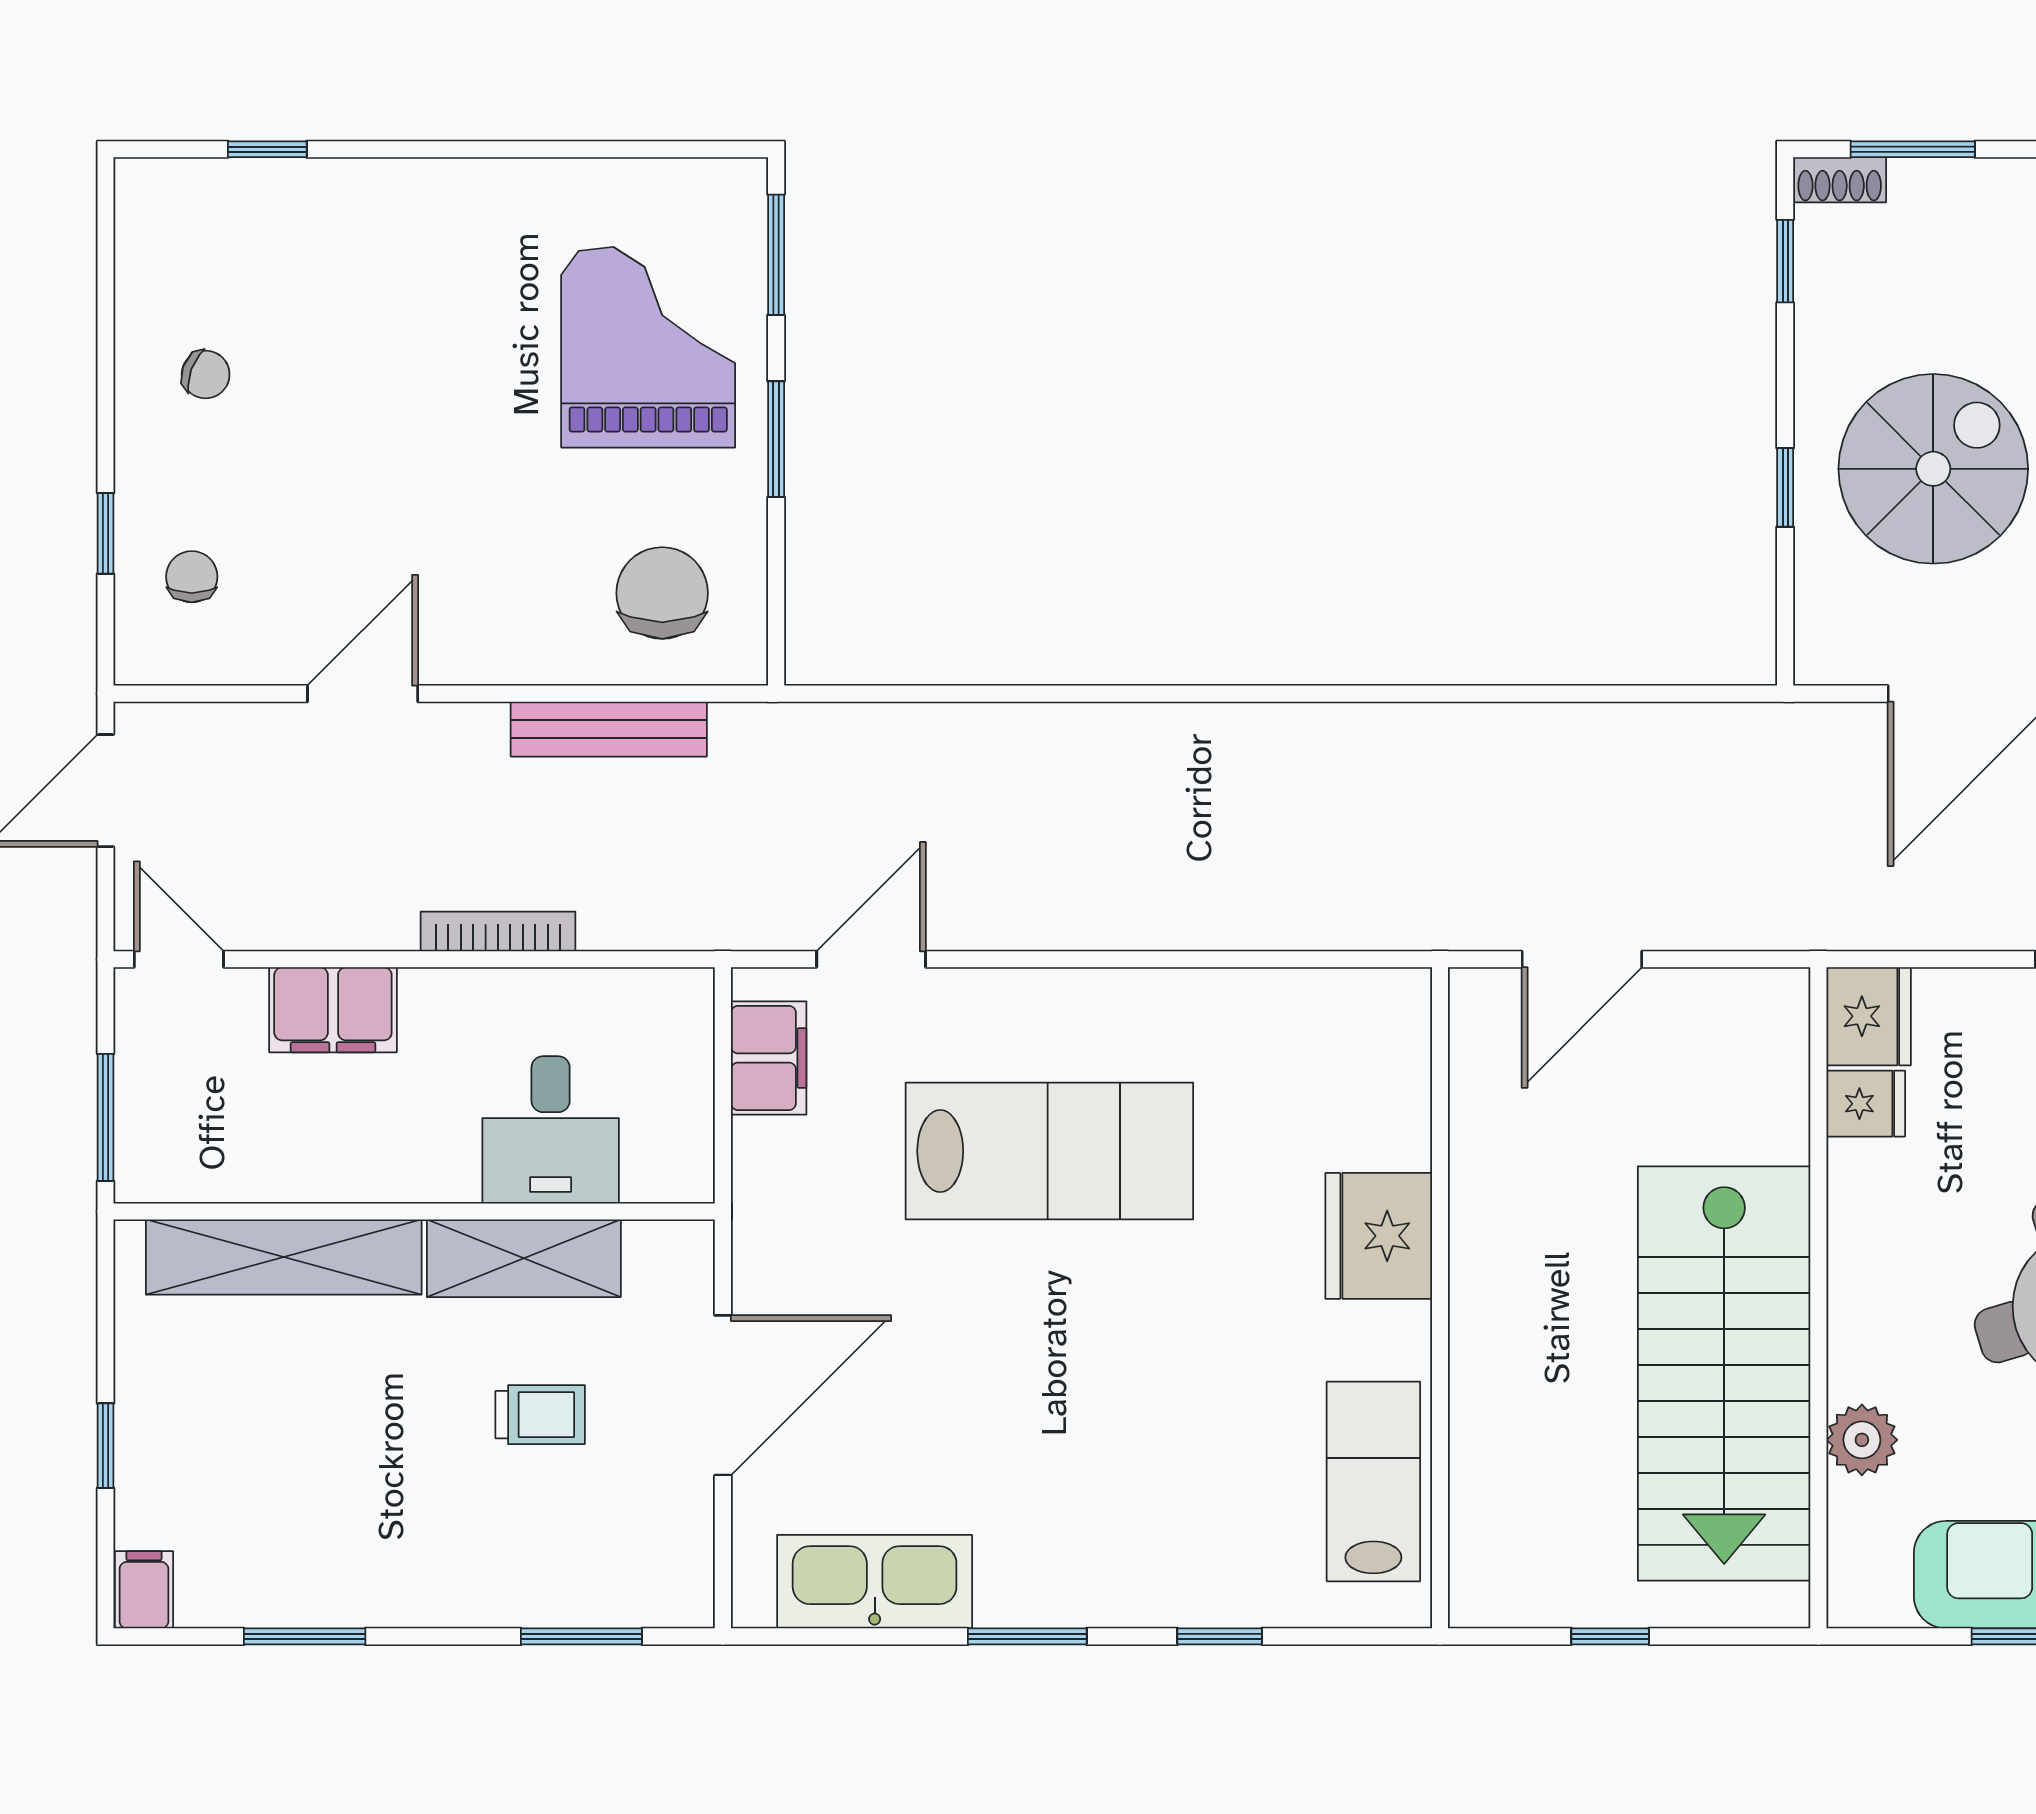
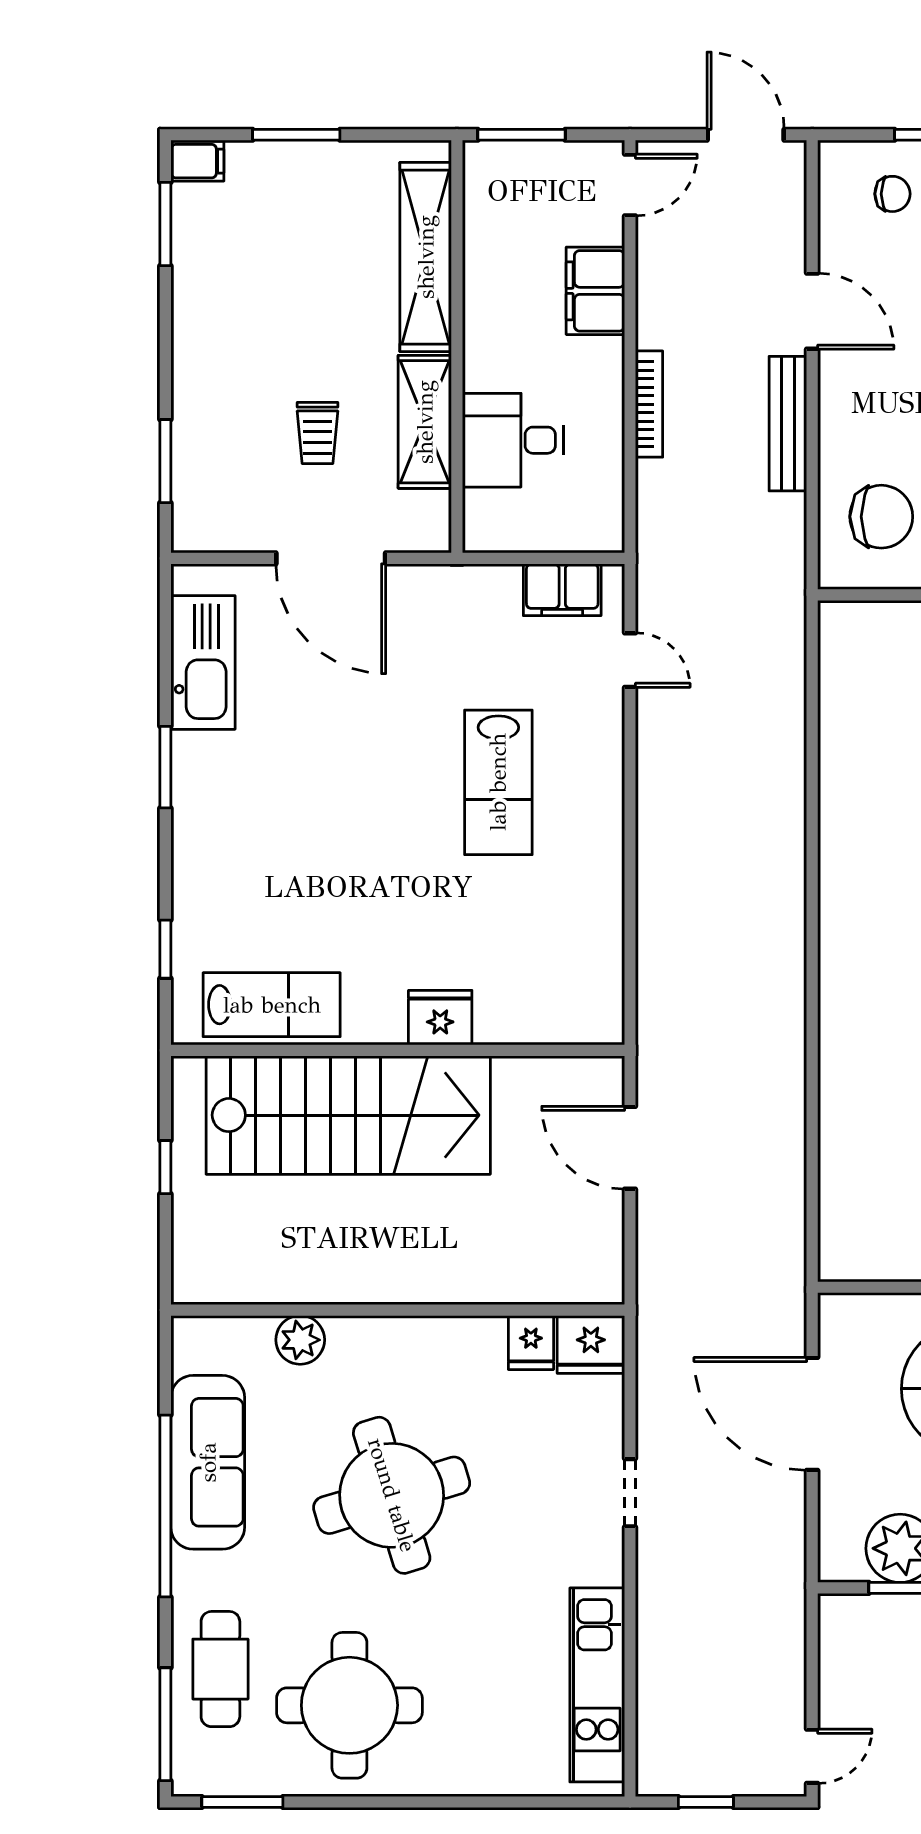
bench: (609, 729) -> (788, 424), moved
door: (871, 959) -> (630, 660), width x0.73
lab bench: (1049, 1151) -> (498, 782), width x0.73, depth x0.72
fridge: (1379, 1236) -> (440, 1018), width x0.73, depth x0.75
stairs: (1724, 1374) -> (348, 1115), moved, turned 180
window: (106, 1446) -> (296, 135), width x1.50
window: (305, 1636) -> (165, 224), moved
window: (1220, 1636) -> (165, 949), moved

